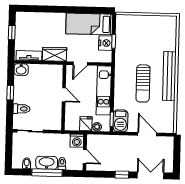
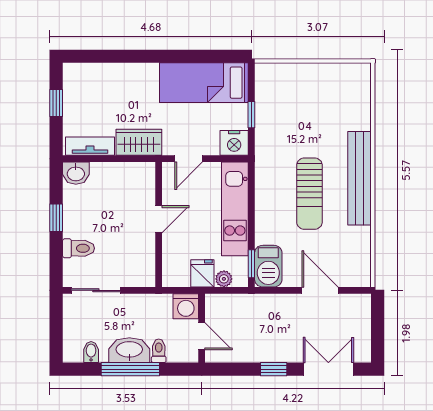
nightstand: (105, 43) -> (234, 143), moved, turned 90
door: (64, 95) -> (159, 219), hinge flipped

